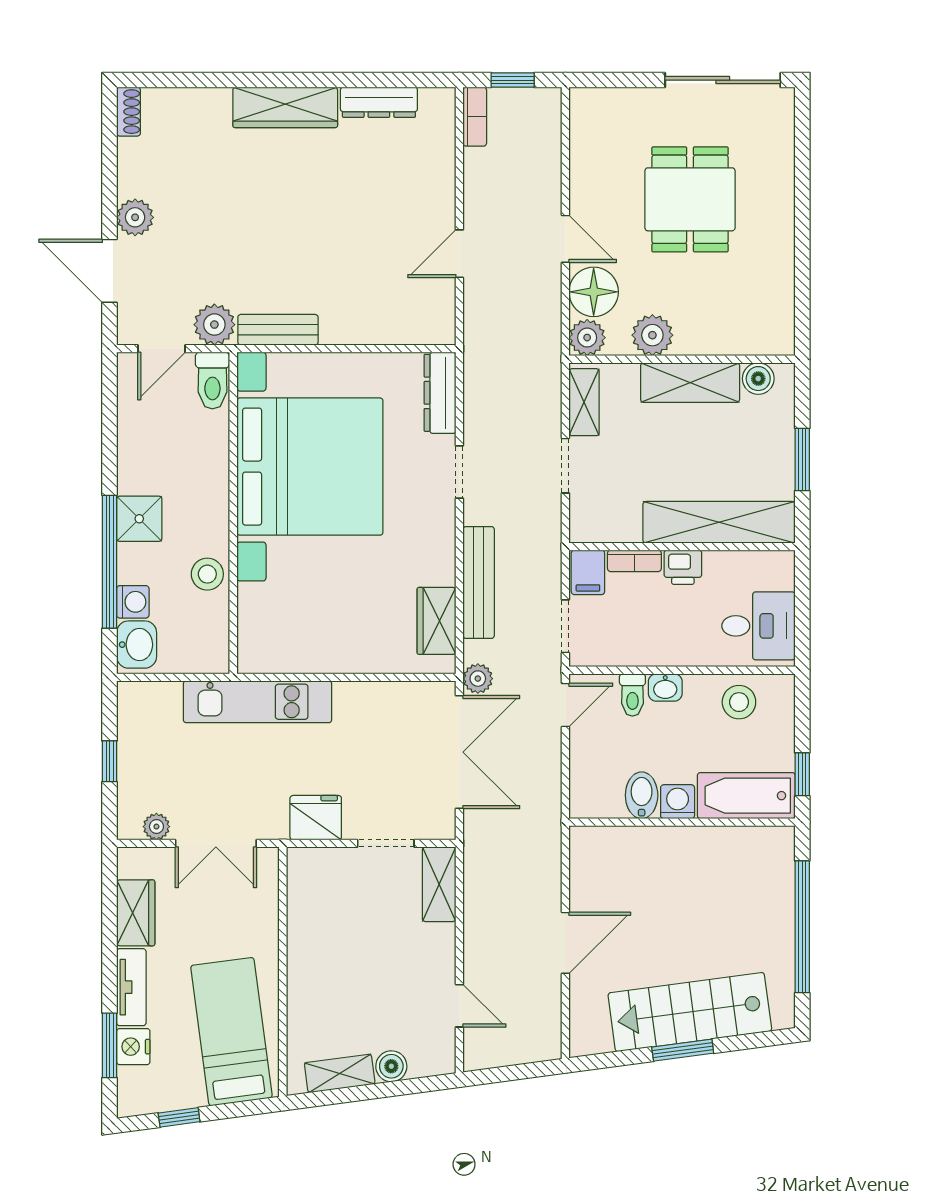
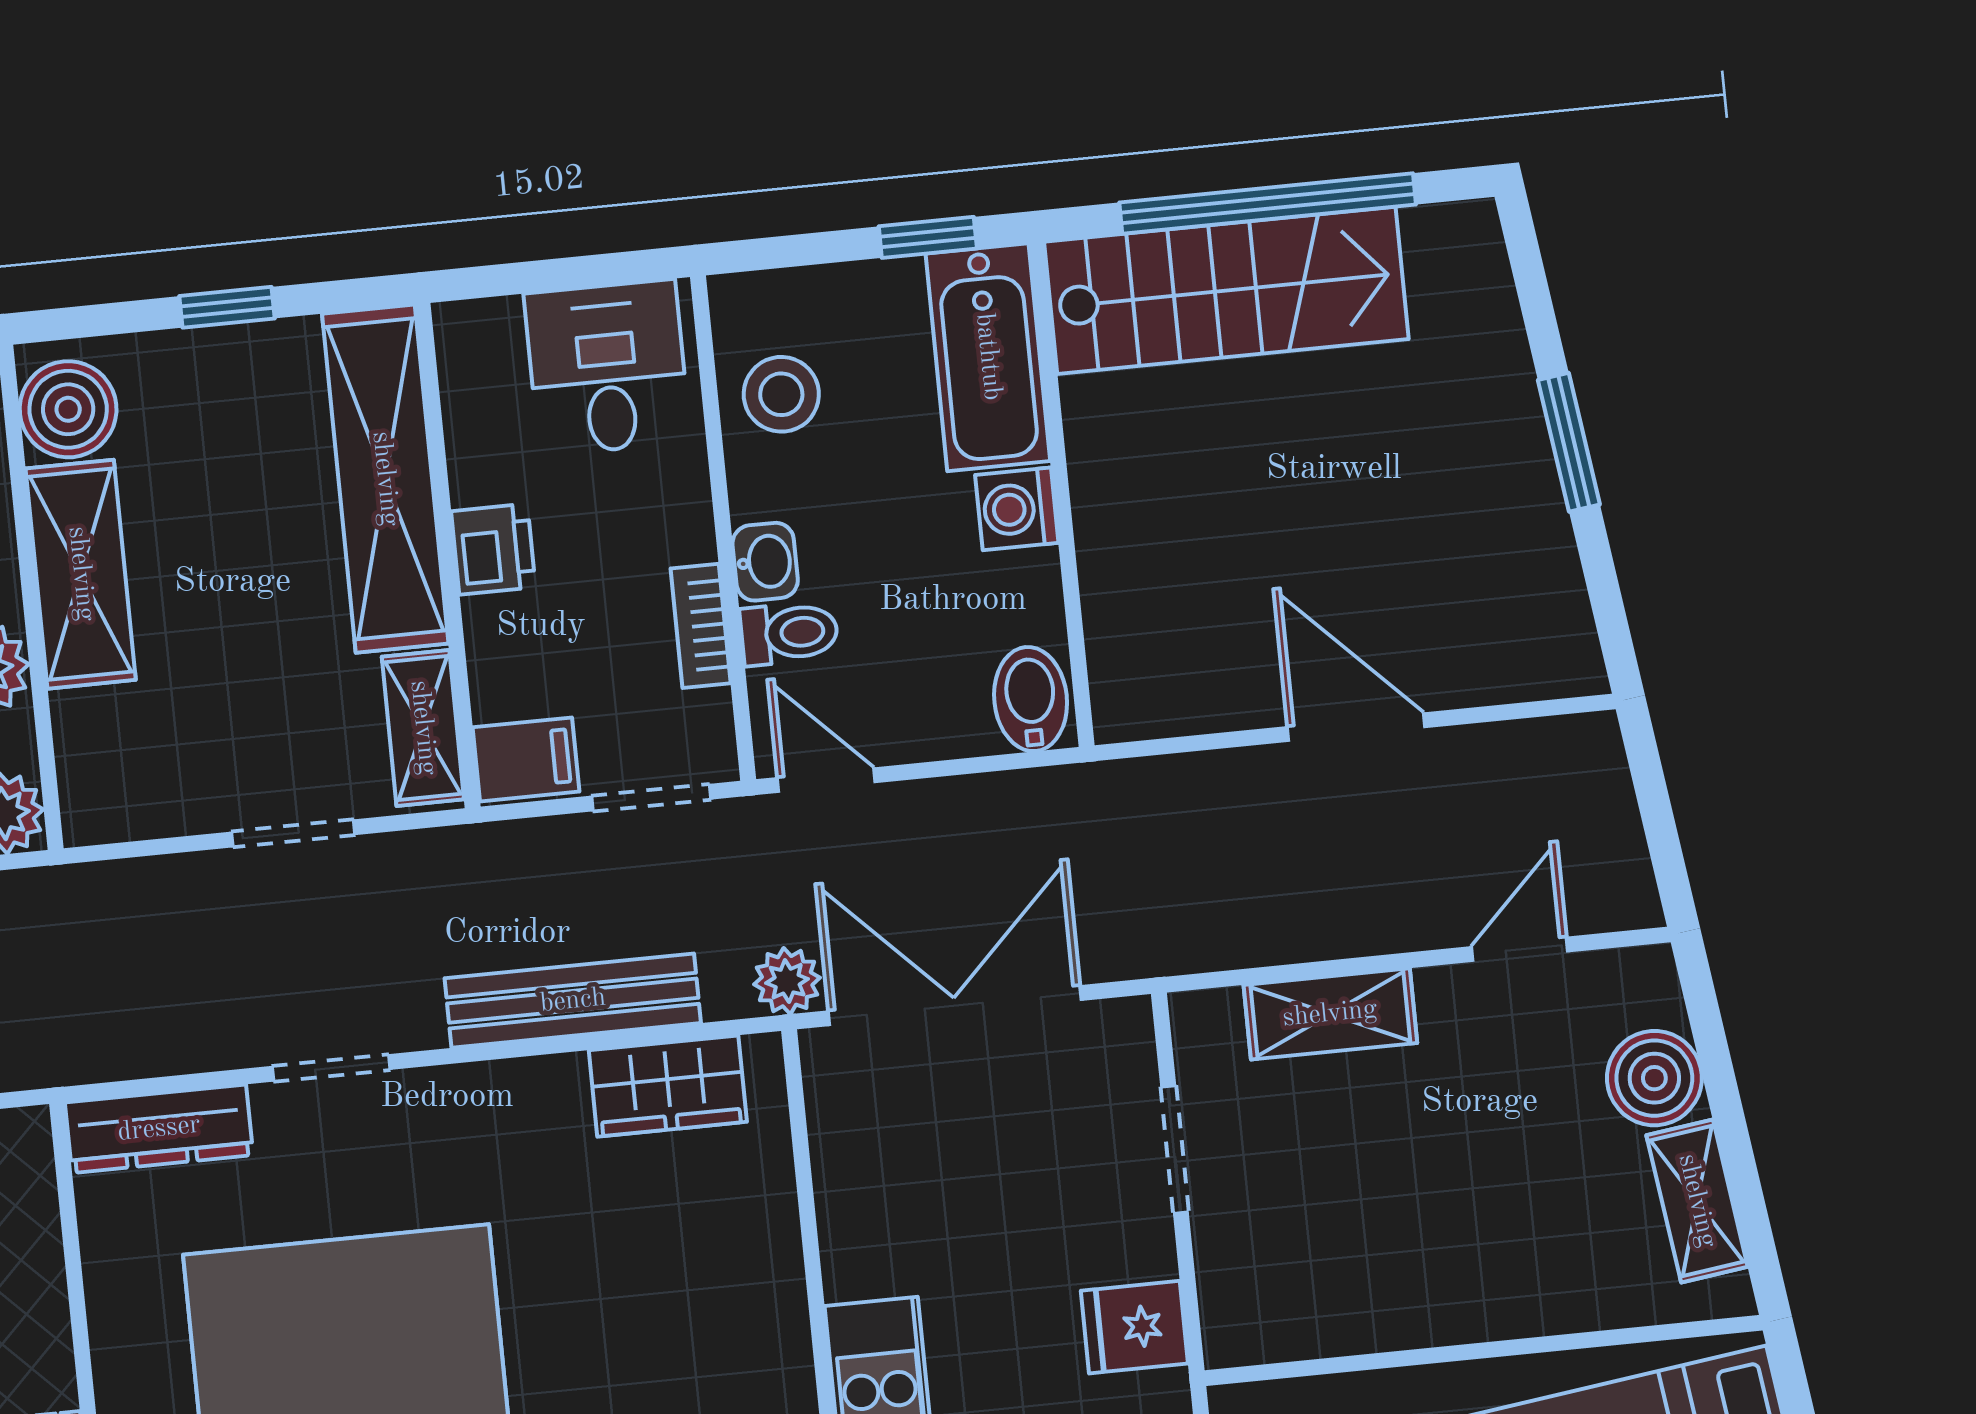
boiler: (758, 379) -> (68, 409), width x1.36, depth x1.36
shelving: (584, 402) -> (423, 728), moved, turned 90
window: (802, 460) -> (227, 307), width x0.67
bookcase: (634, 561) -> (701, 626), moved, turned 180
bidet: (642, 795) -> (1031, 699), moved, turned 90
fridge: (316, 818) -> (1134, 1327), width x0.72
shelving: (439, 884) -> (1330, 1014), moved
stairs: (690, 1012) -> (1226, 290), moved, turned -82
boiler: (391, 1066) -> (1654, 1078), width x1.36, depth x1.36

